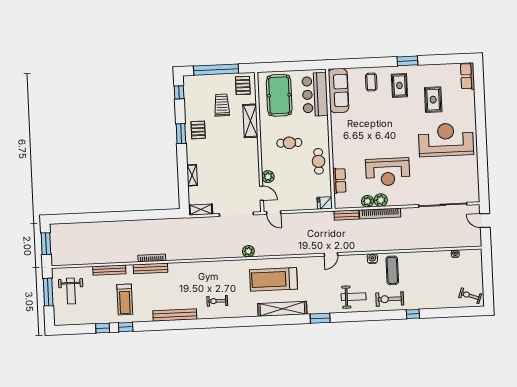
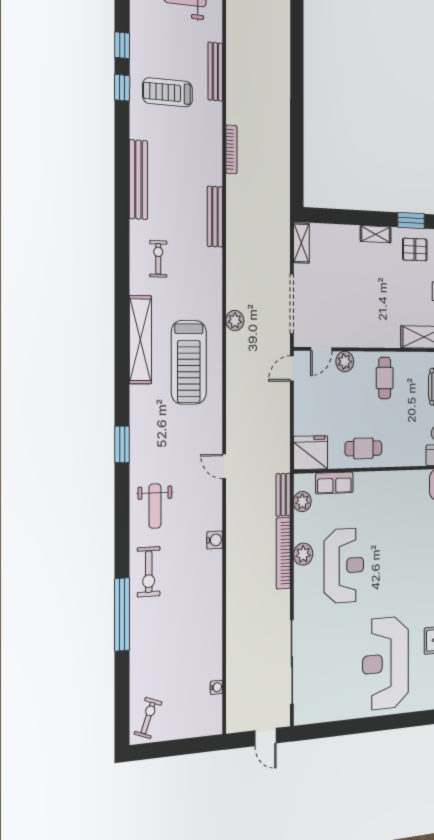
reception desk: (446, 140) -> (386, 663), turned 180
cafe table: (289, 143) -> (385, 378), moved
reception desk: (388, 172) -> (344, 566), turned 180
shelving: (192, 175) -> (376, 234), moved
plant: (368, 201) -> (302, 502), moved
fridge: (325, 203) -> (311, 453), width x1.88, depth x1.34
door: (485, 220) -> (265, 737), swing flipped
bench: (151, 268) -> (215, 217), moved
exercise mat: (392, 270) -> (195, 576), removed
treadmill: (273, 279) -> (189, 362), turned 180
exercise bike: (390, 299) -> (149, 572), turned 180
shelving: (282, 309) -> (140, 340), moved
window: (413, 314) -> (122, 614), width x3.17

